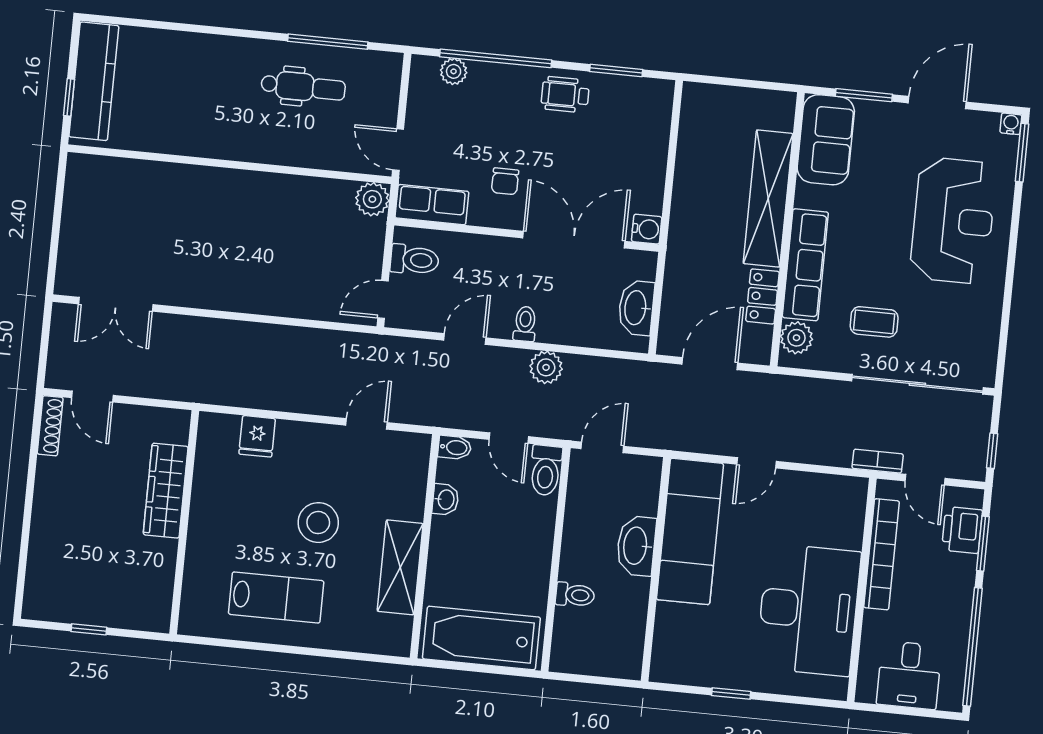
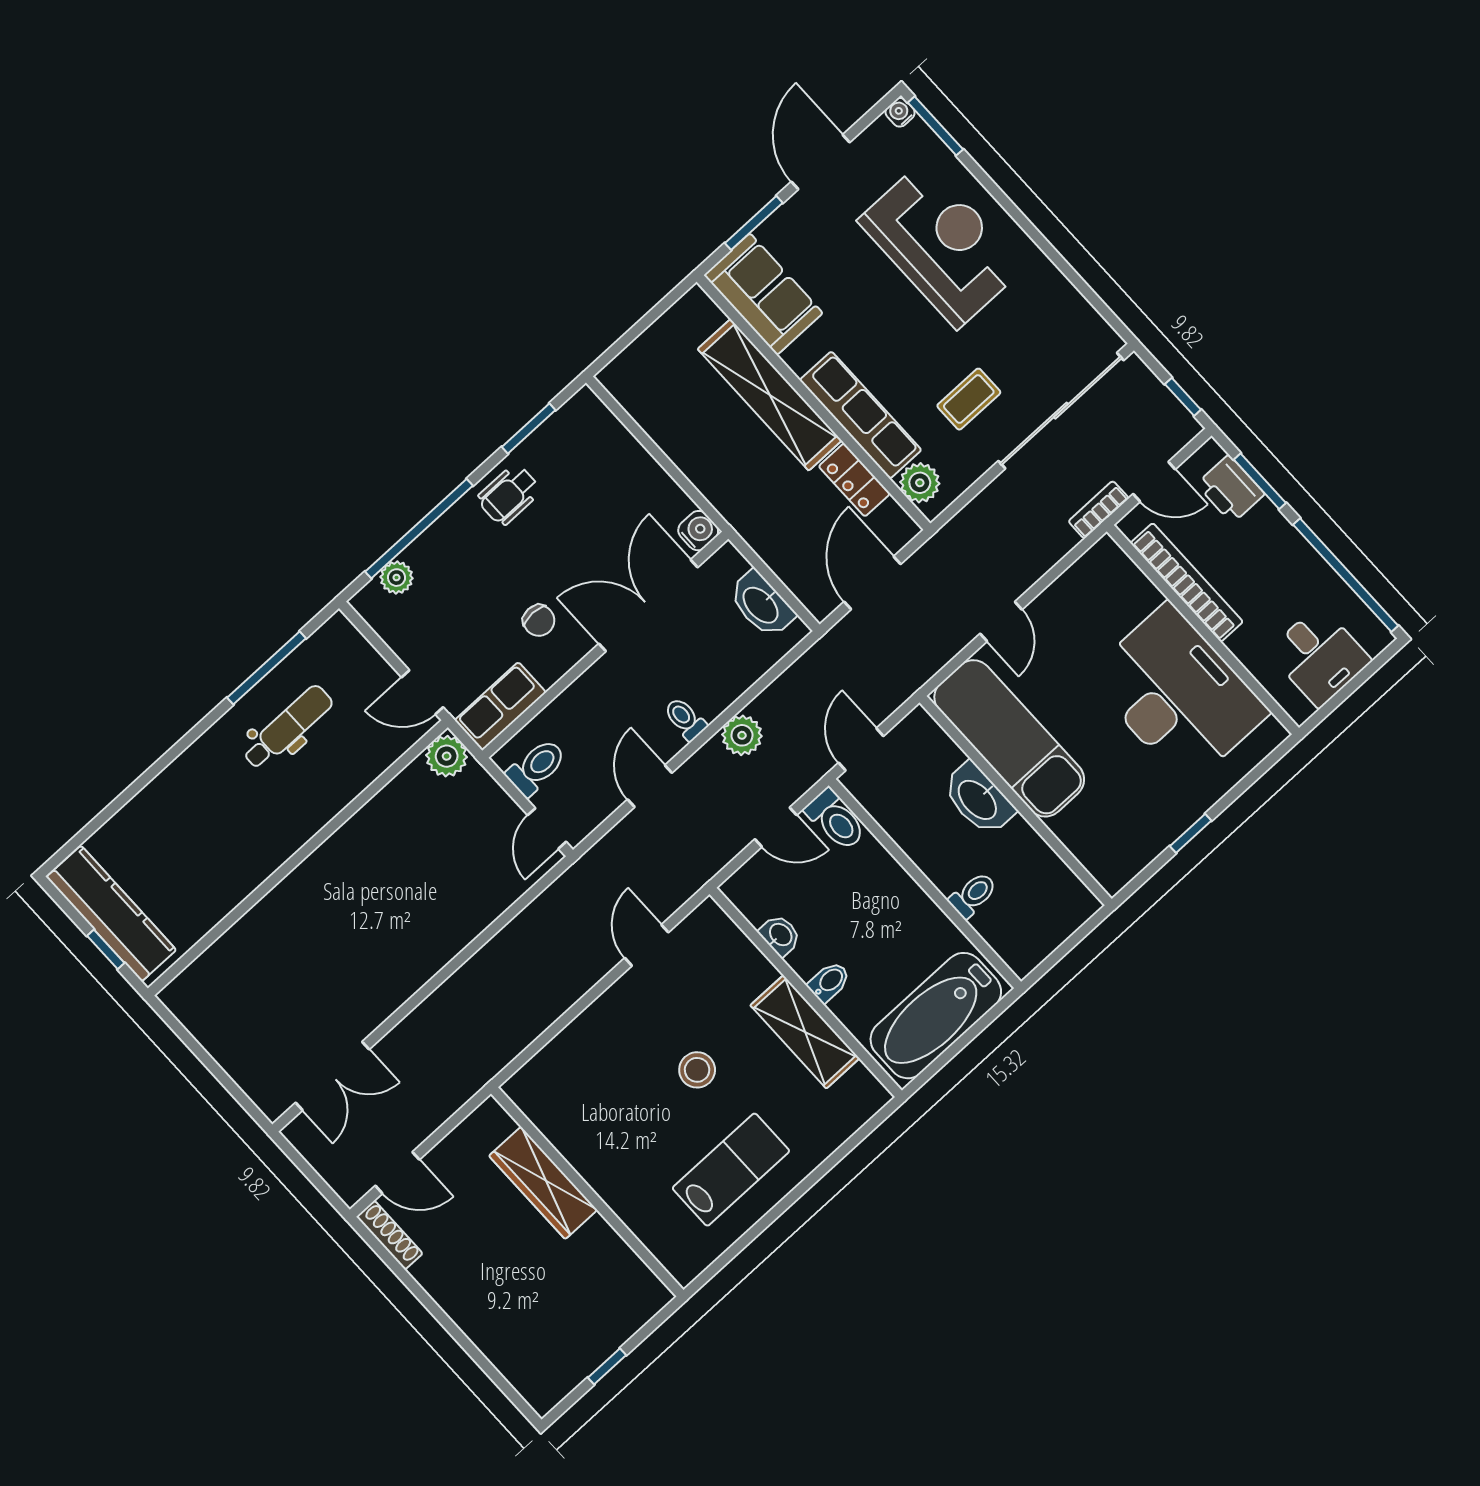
fridge: (257, 436) -> (568, 1055), removed
bidet: (454, 447) -> (829, 982), moved
stool: (318, 523) -> (697, 1070), width x0.73, depth x0.73

